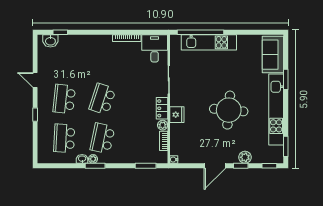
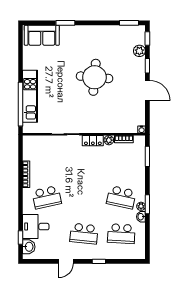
desk: (155, 48) -> (36, 227), moved
school desk: (103, 99) -> (47, 197), moved, turned -30
kitchen unit: (276, 109) -> (94, 32), removed
fridge: (177, 115) -> (99, 127), removed
plant: (245, 157) -> (139, 51), moved

